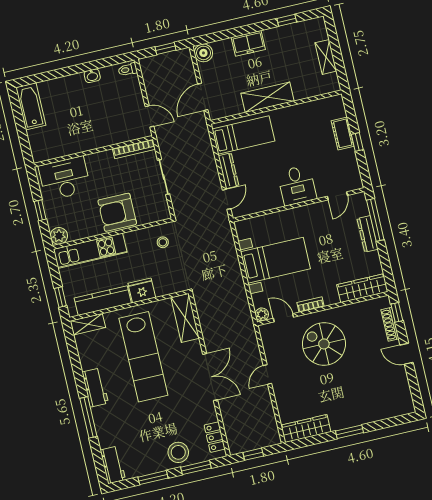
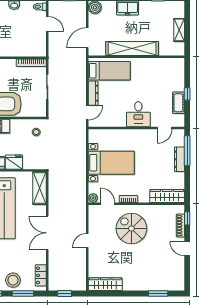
shelving: (267, 97) -> (132, 48), width x1.47
door: (149, 116) -> (47, 24), moved
cot: (343, 133) -> (178, 103), moved
double door: (210, 377) -> (47, 233), swing flipped
window: (350, 432) -> (158, 294), moved

